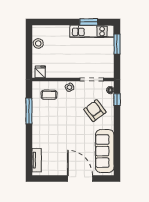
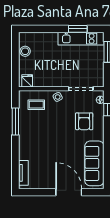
armchair: (95, 111) -> (84, 121), turned -143

